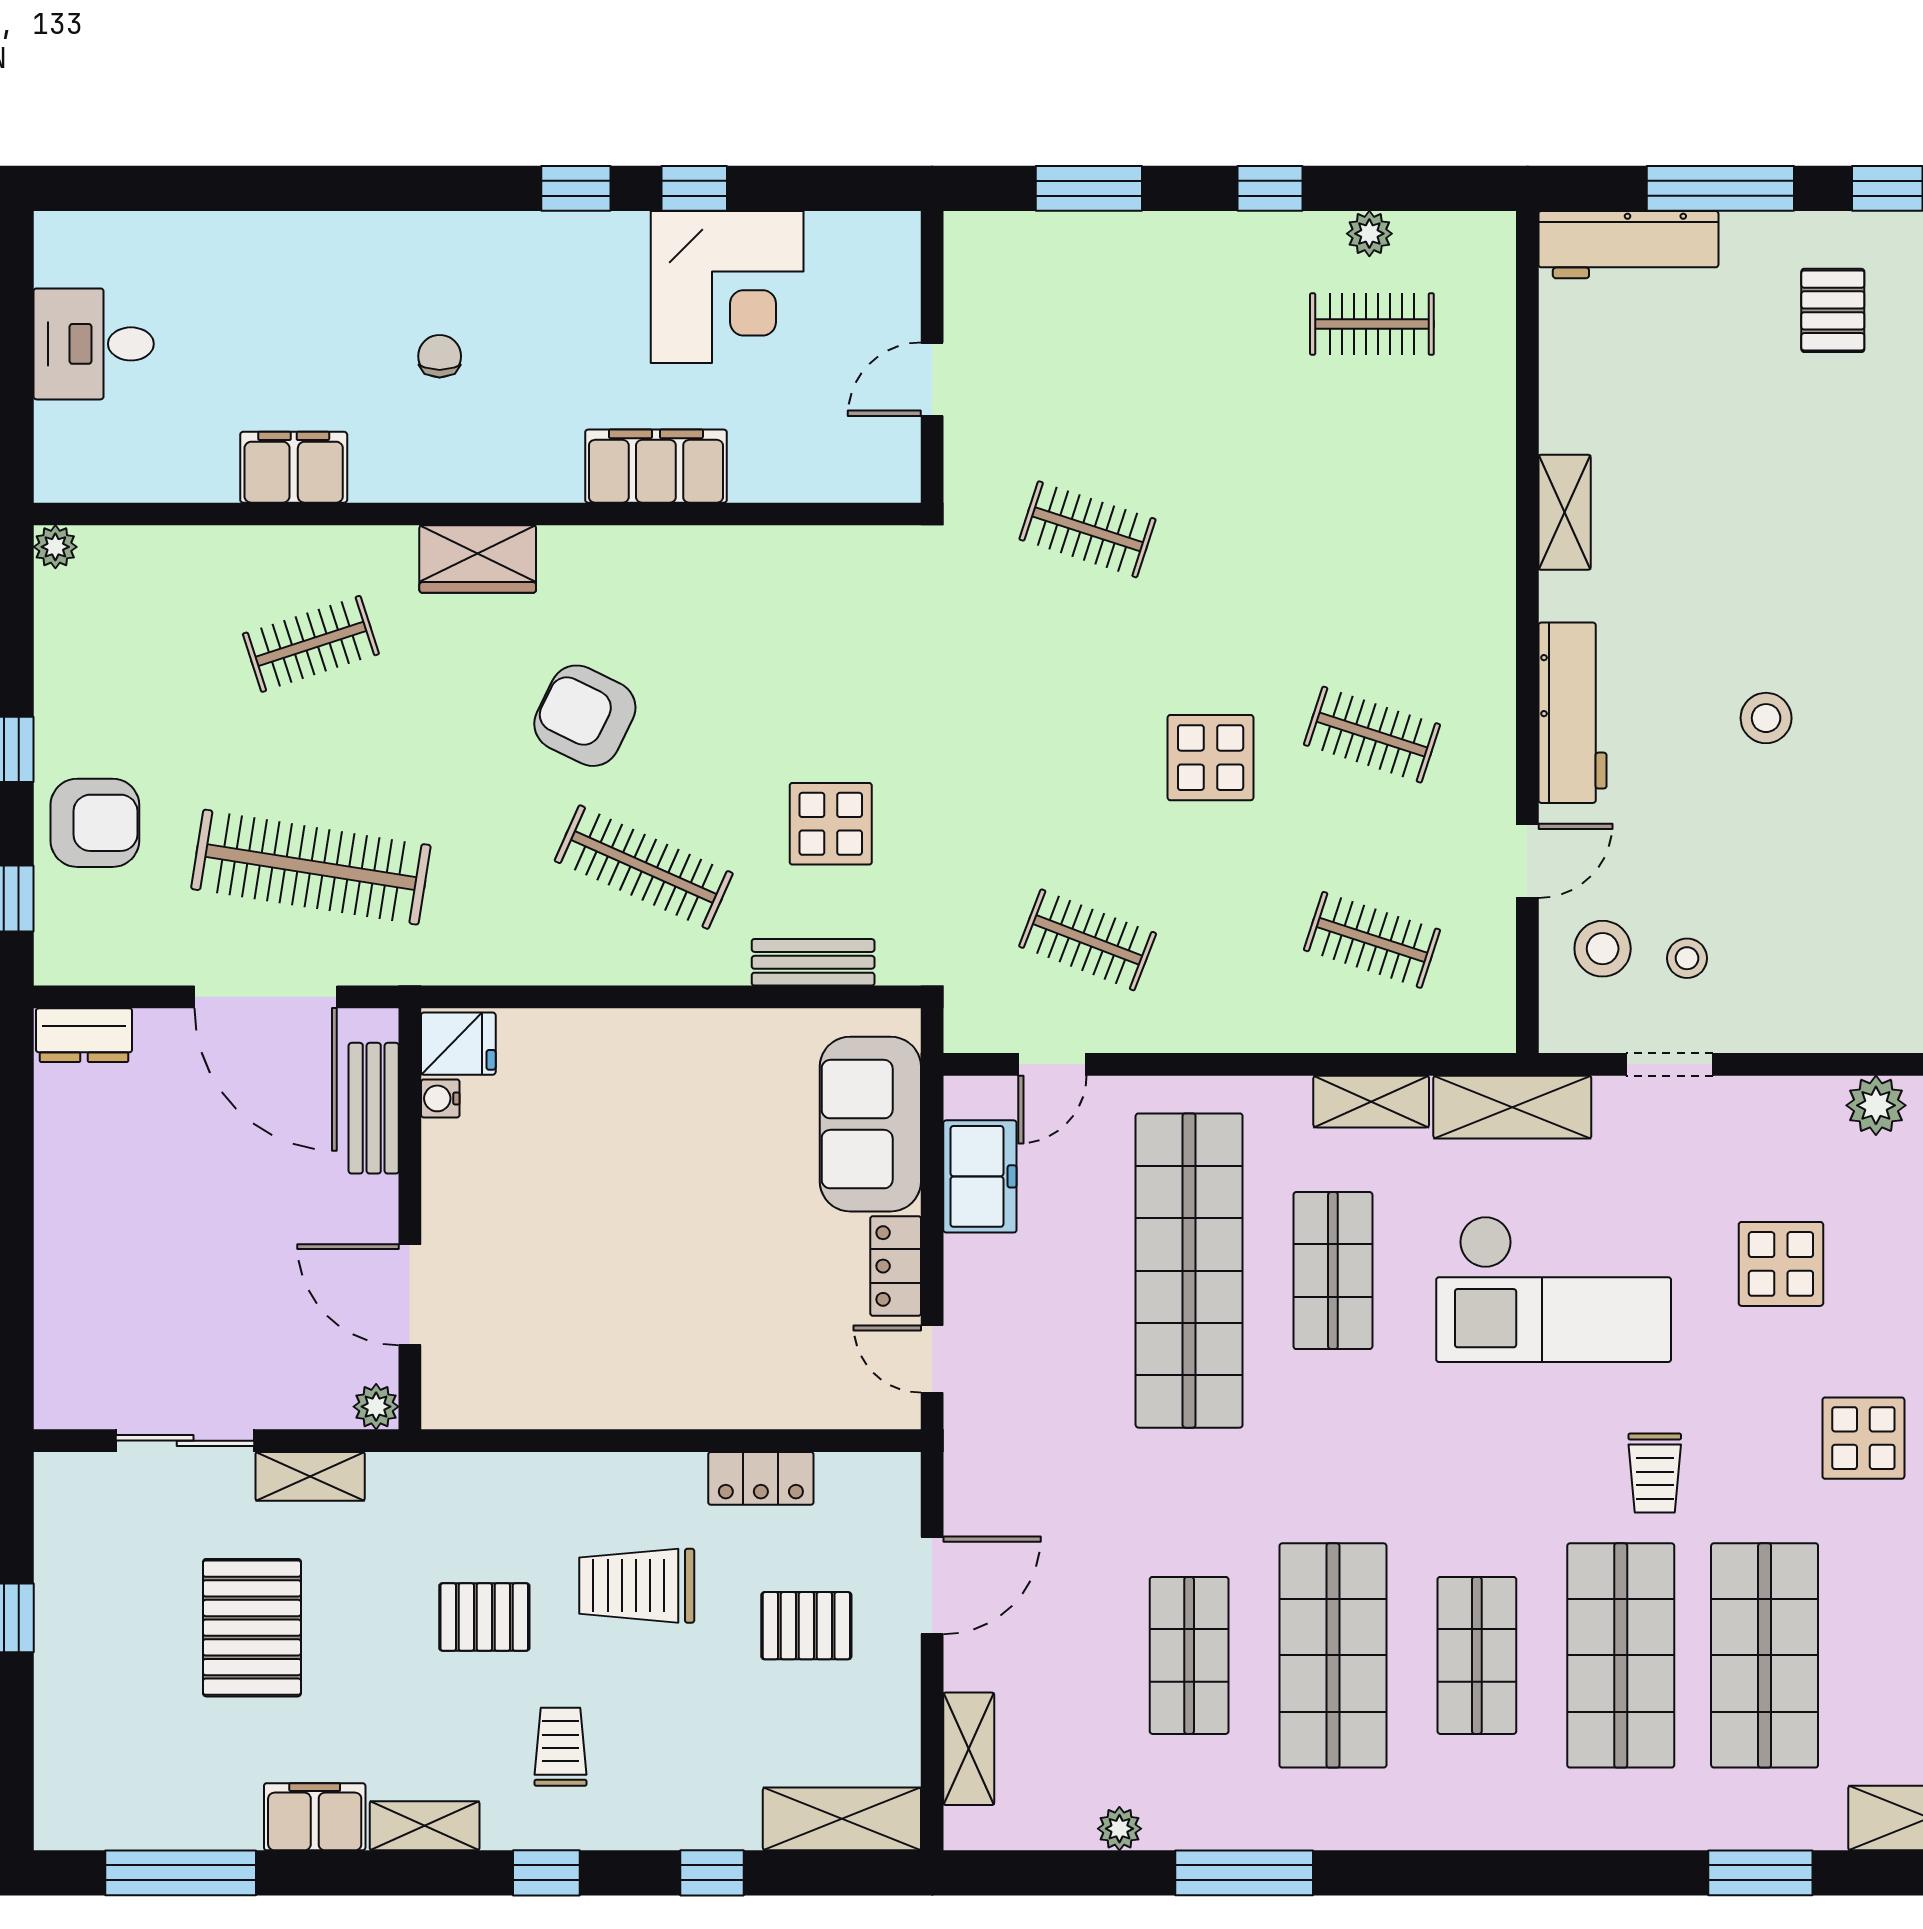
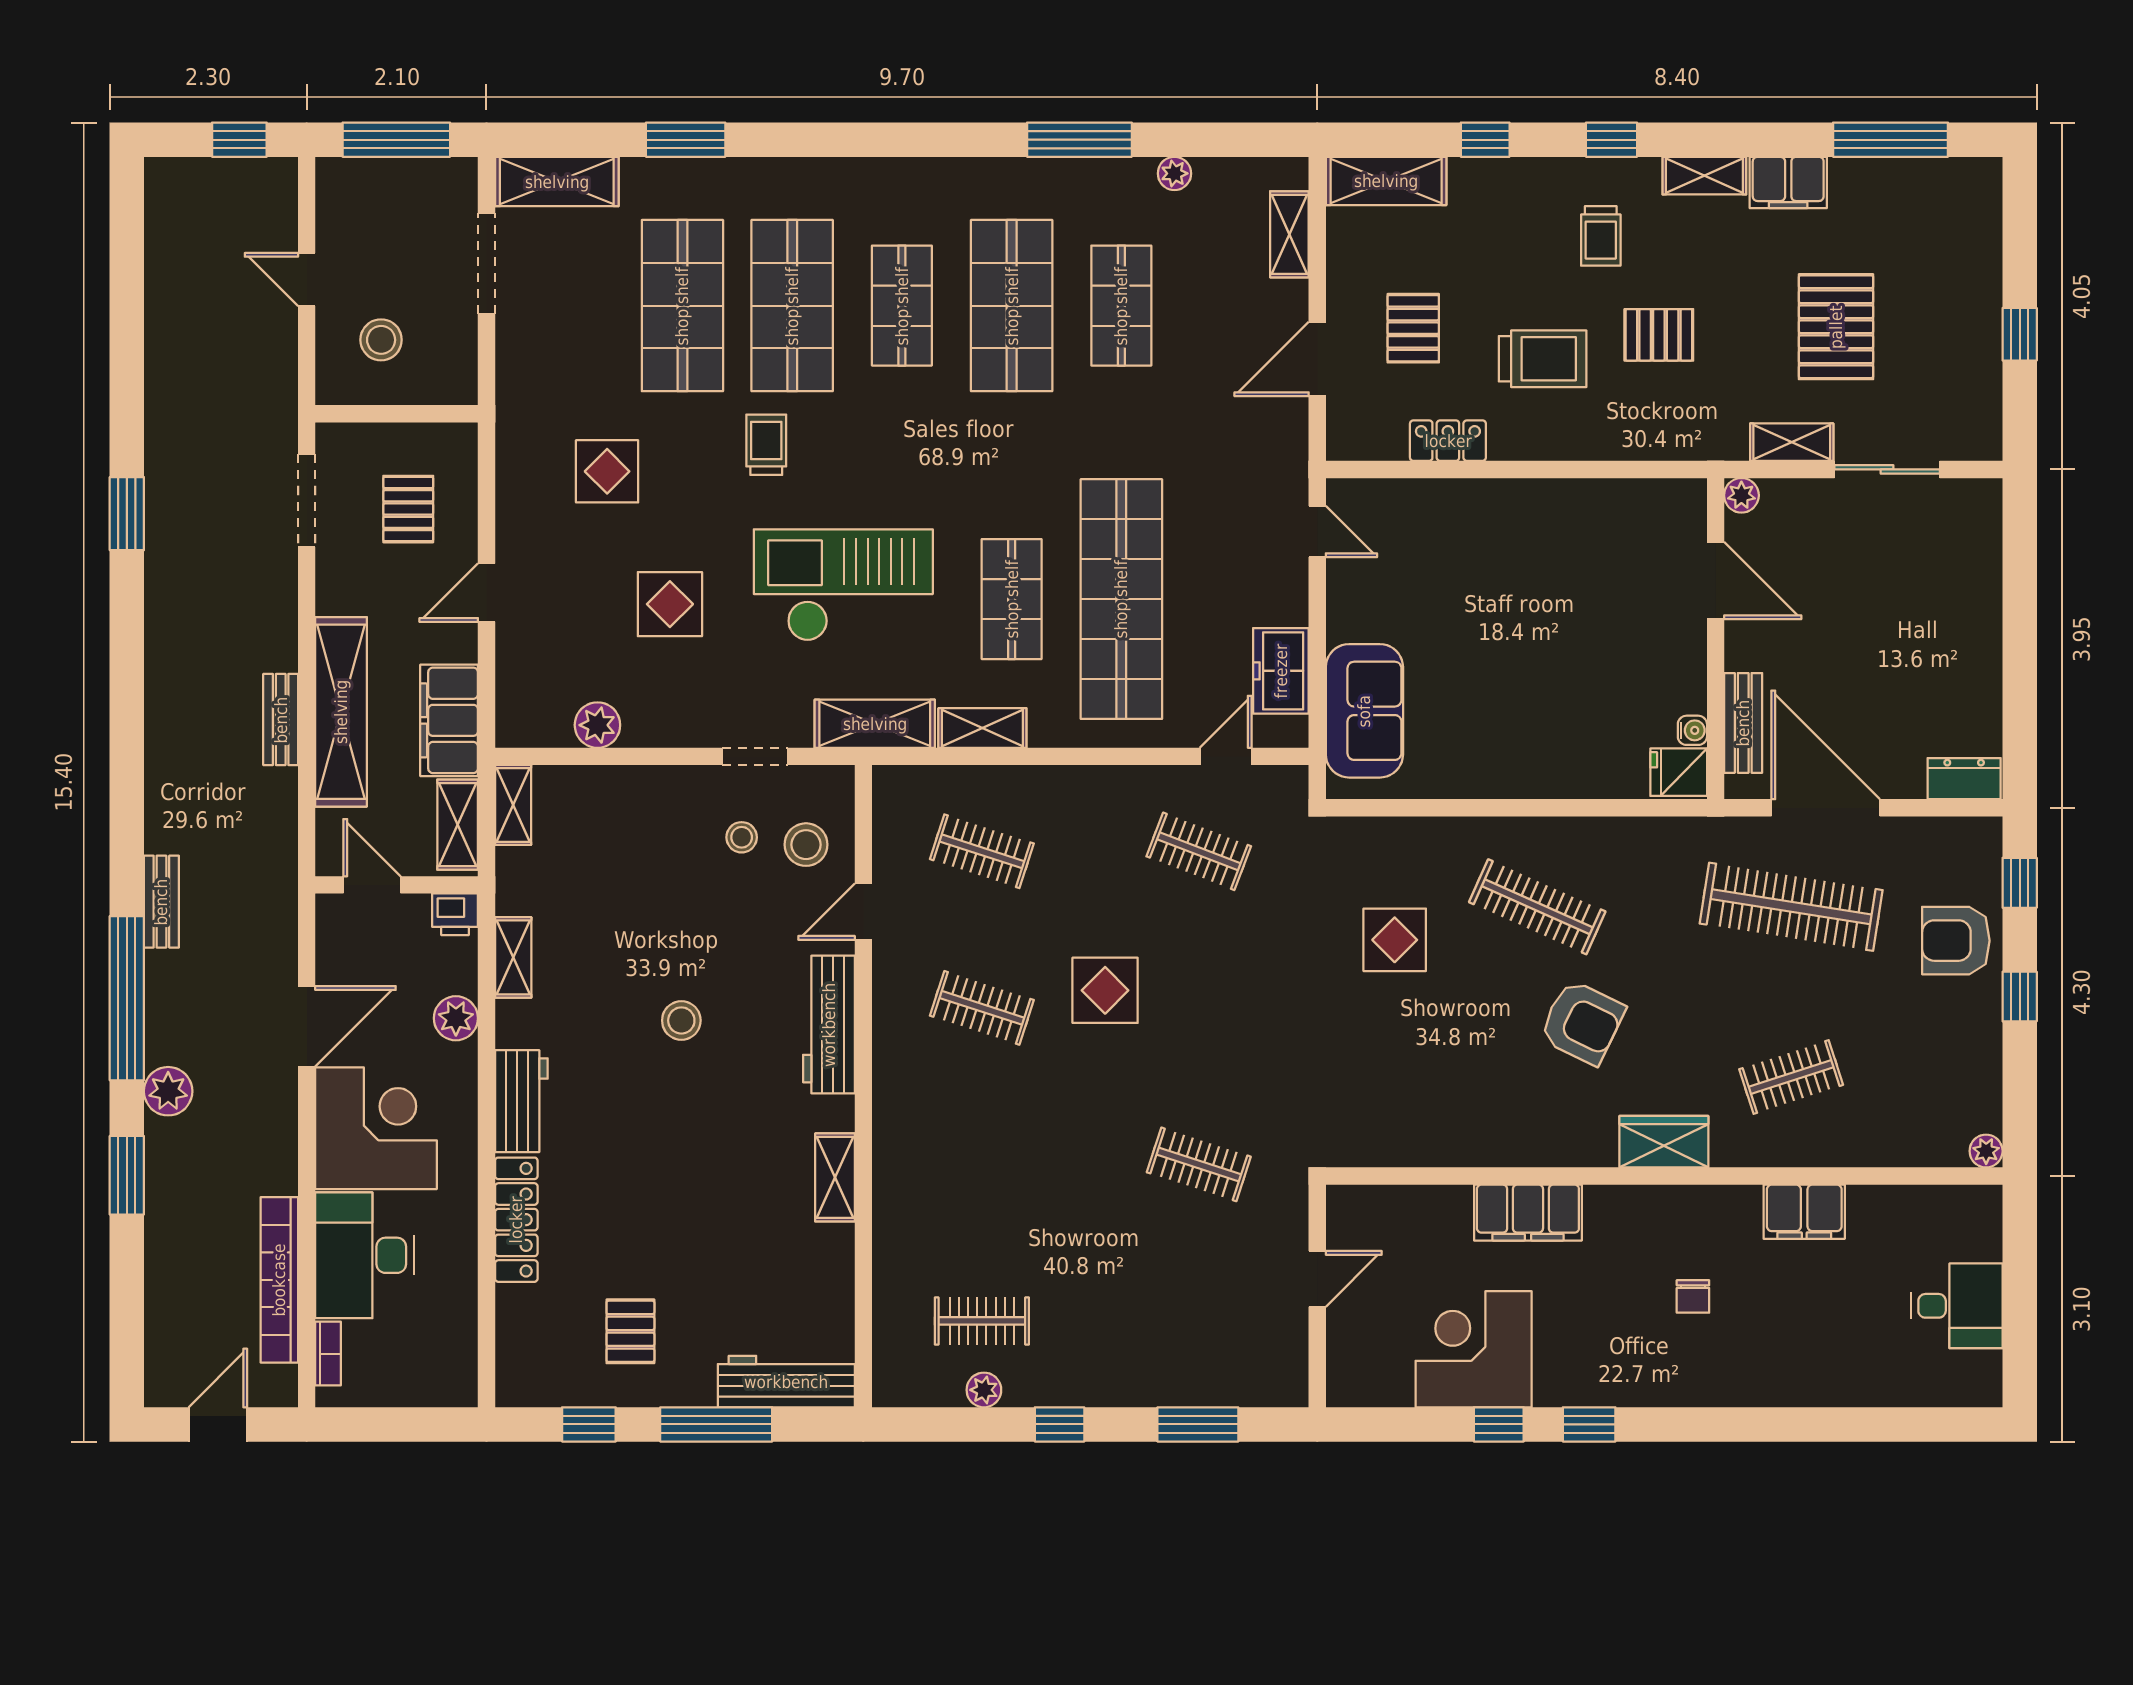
bench: (813, 962) -> (1408, 834), removed
locker: (896, 1266) -> (1345, 603), removed
pallet: (806, 1626) -> (1413, 328), turned 90

